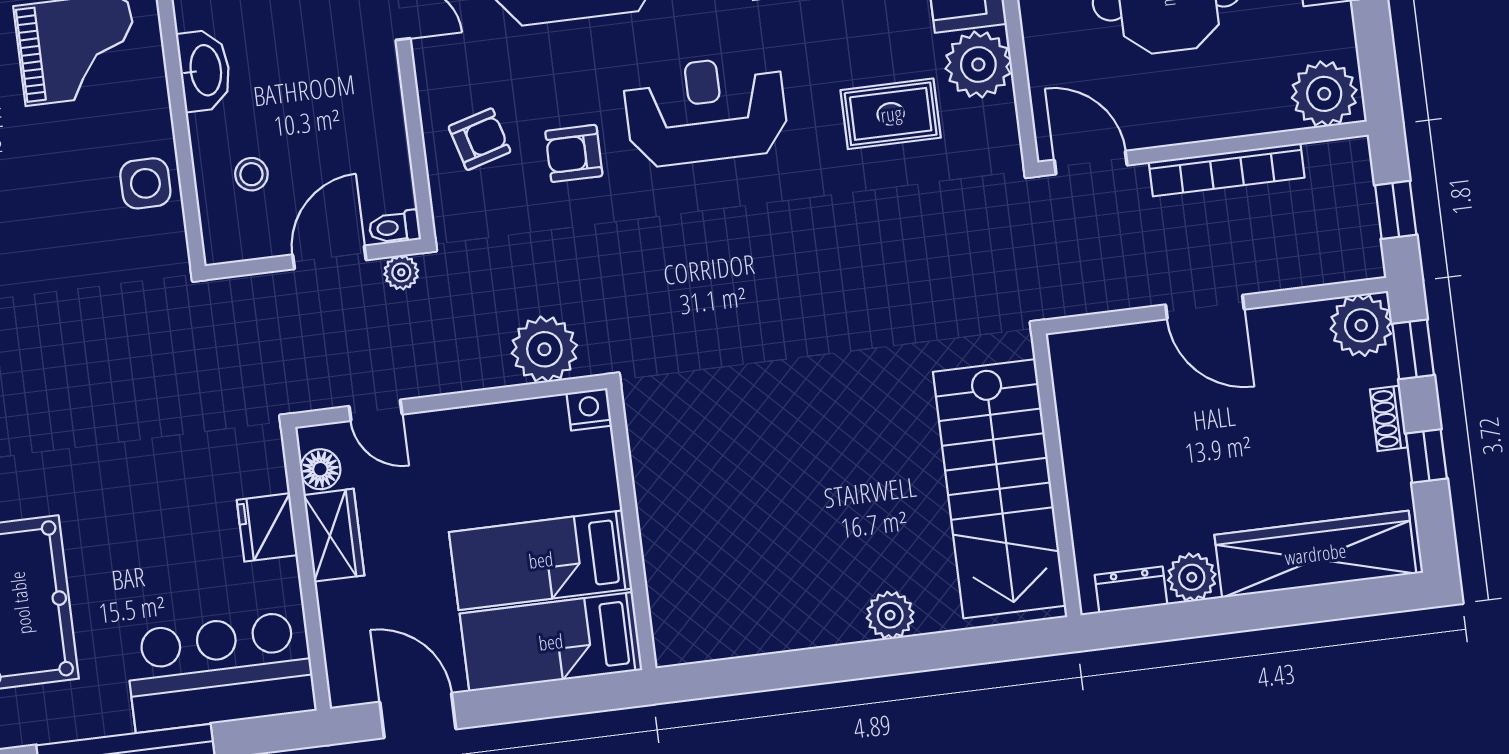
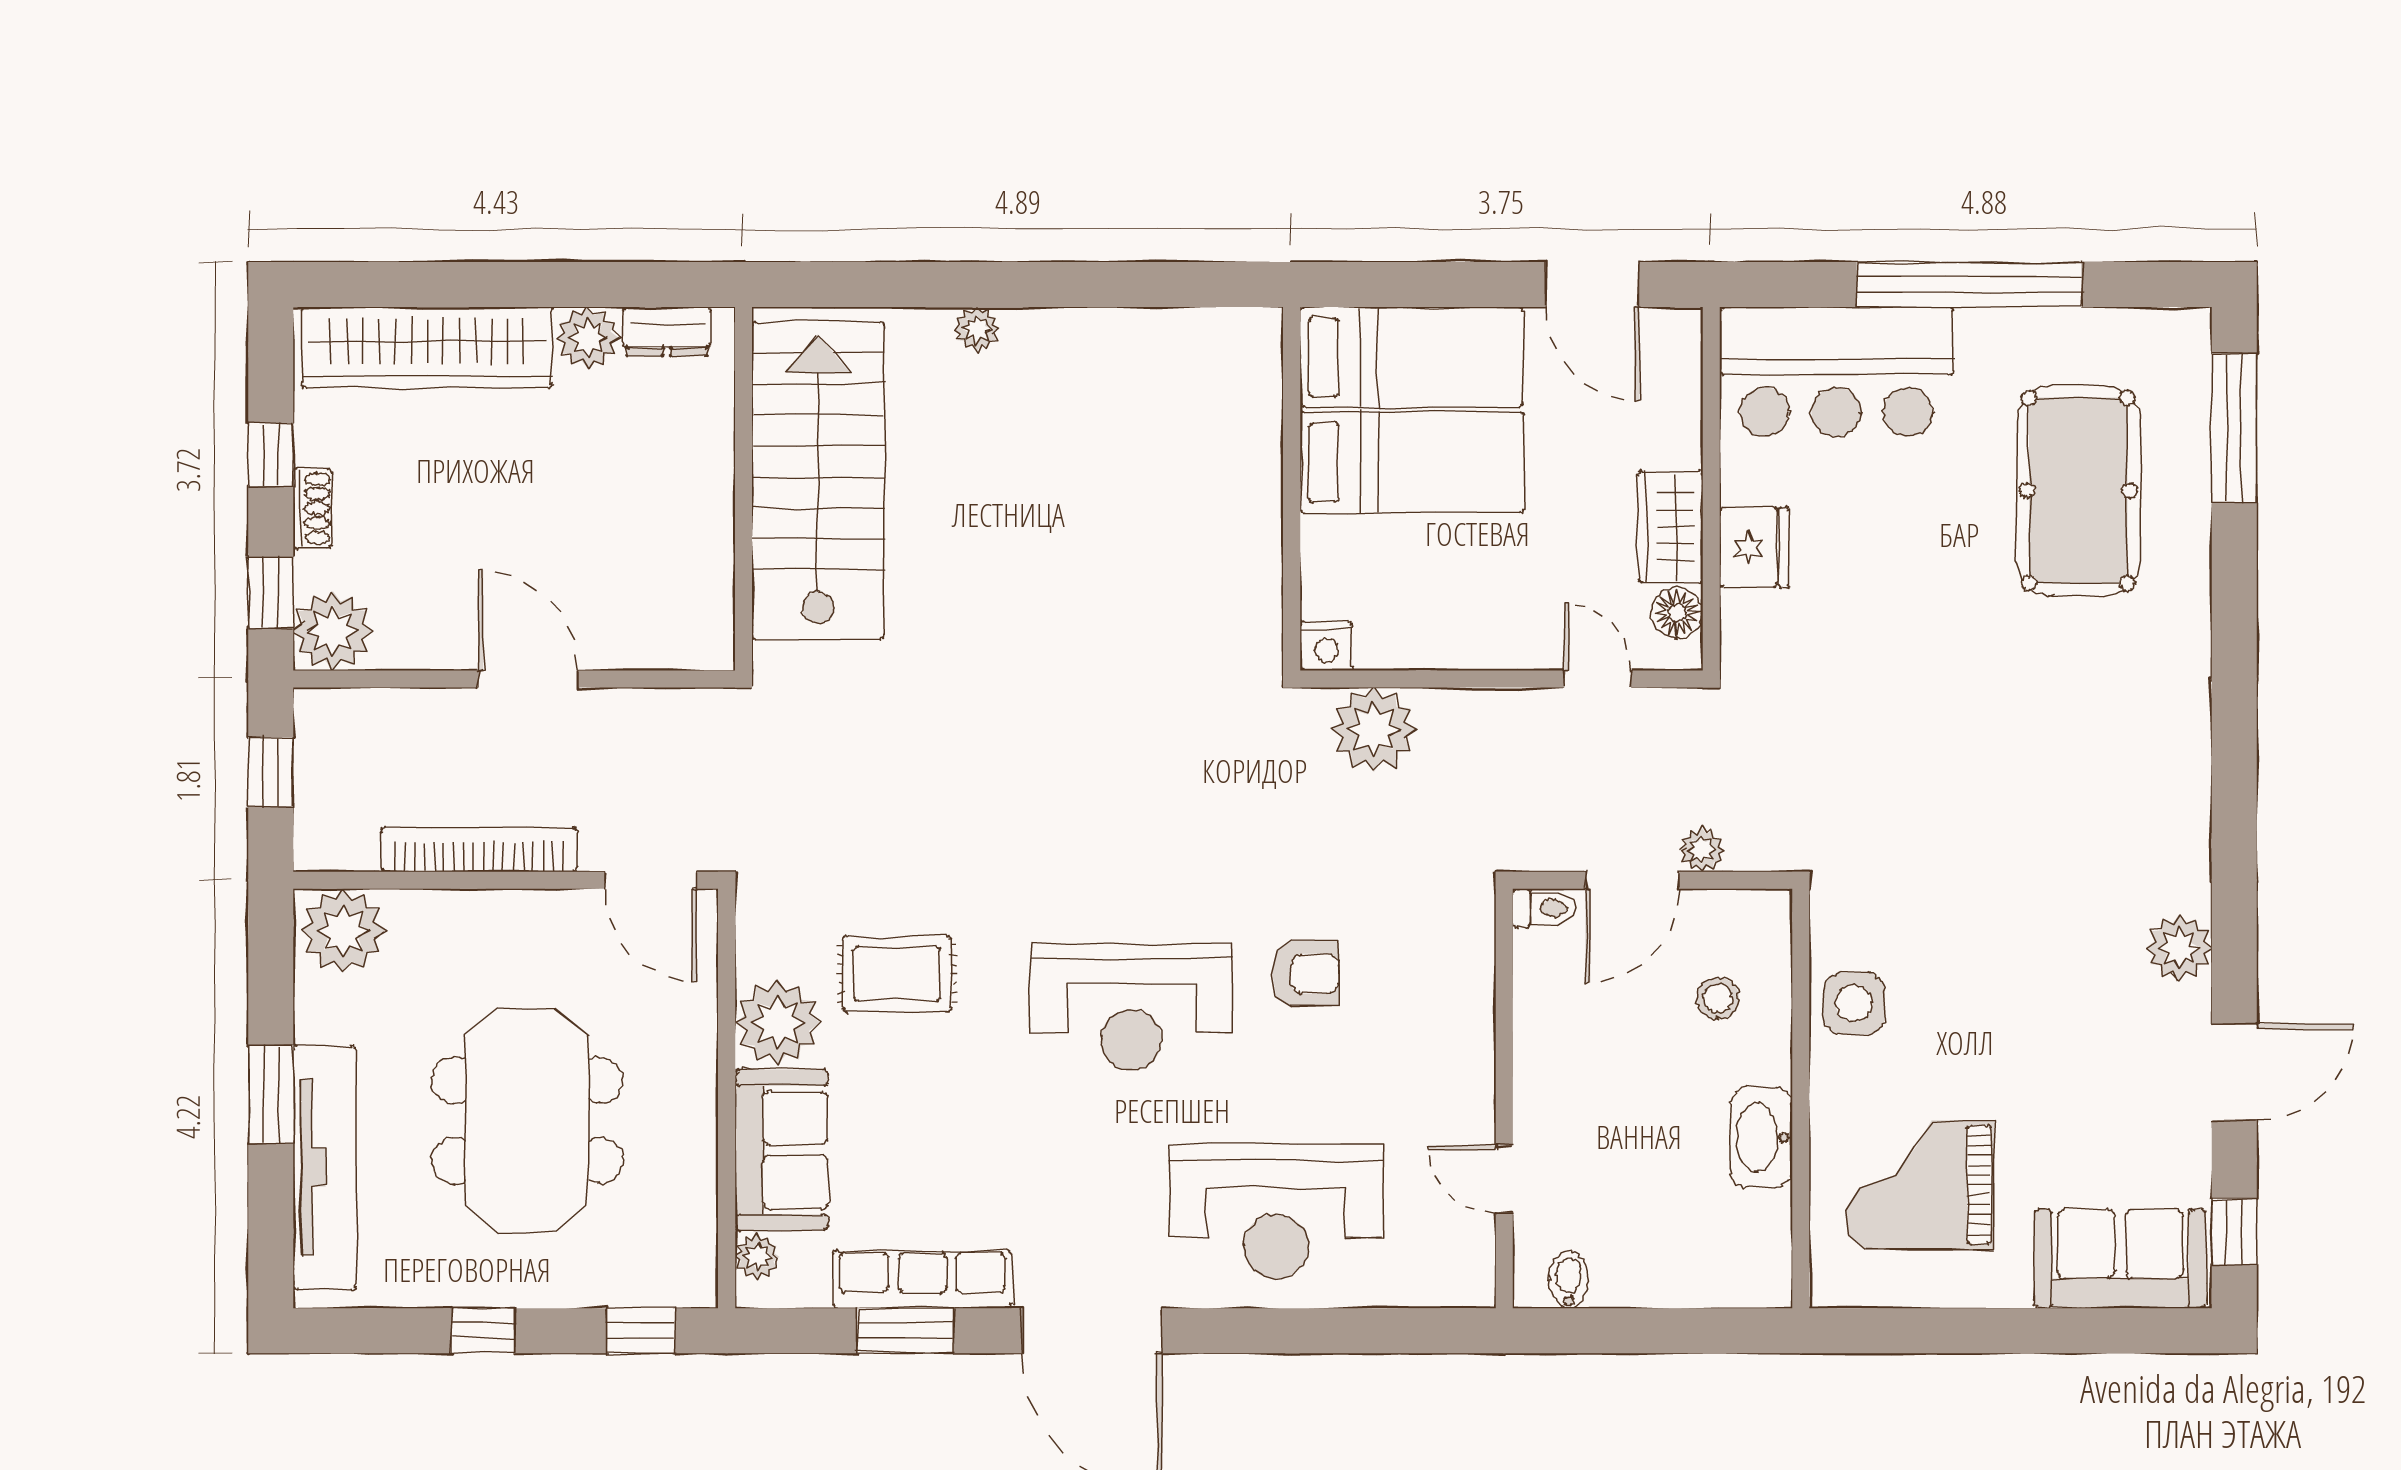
armchair: (480, 139) -> (1423, 1007), removed
plant: (401, 272) -> (1702, 850), moved
plant: (890, 615) -> (977, 329), width x0.73, depth x0.73

